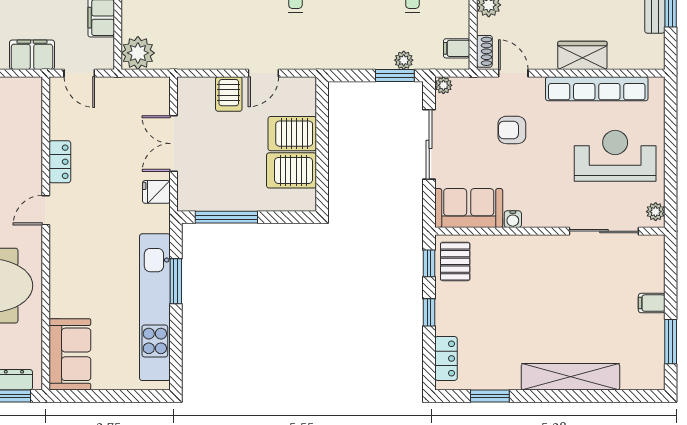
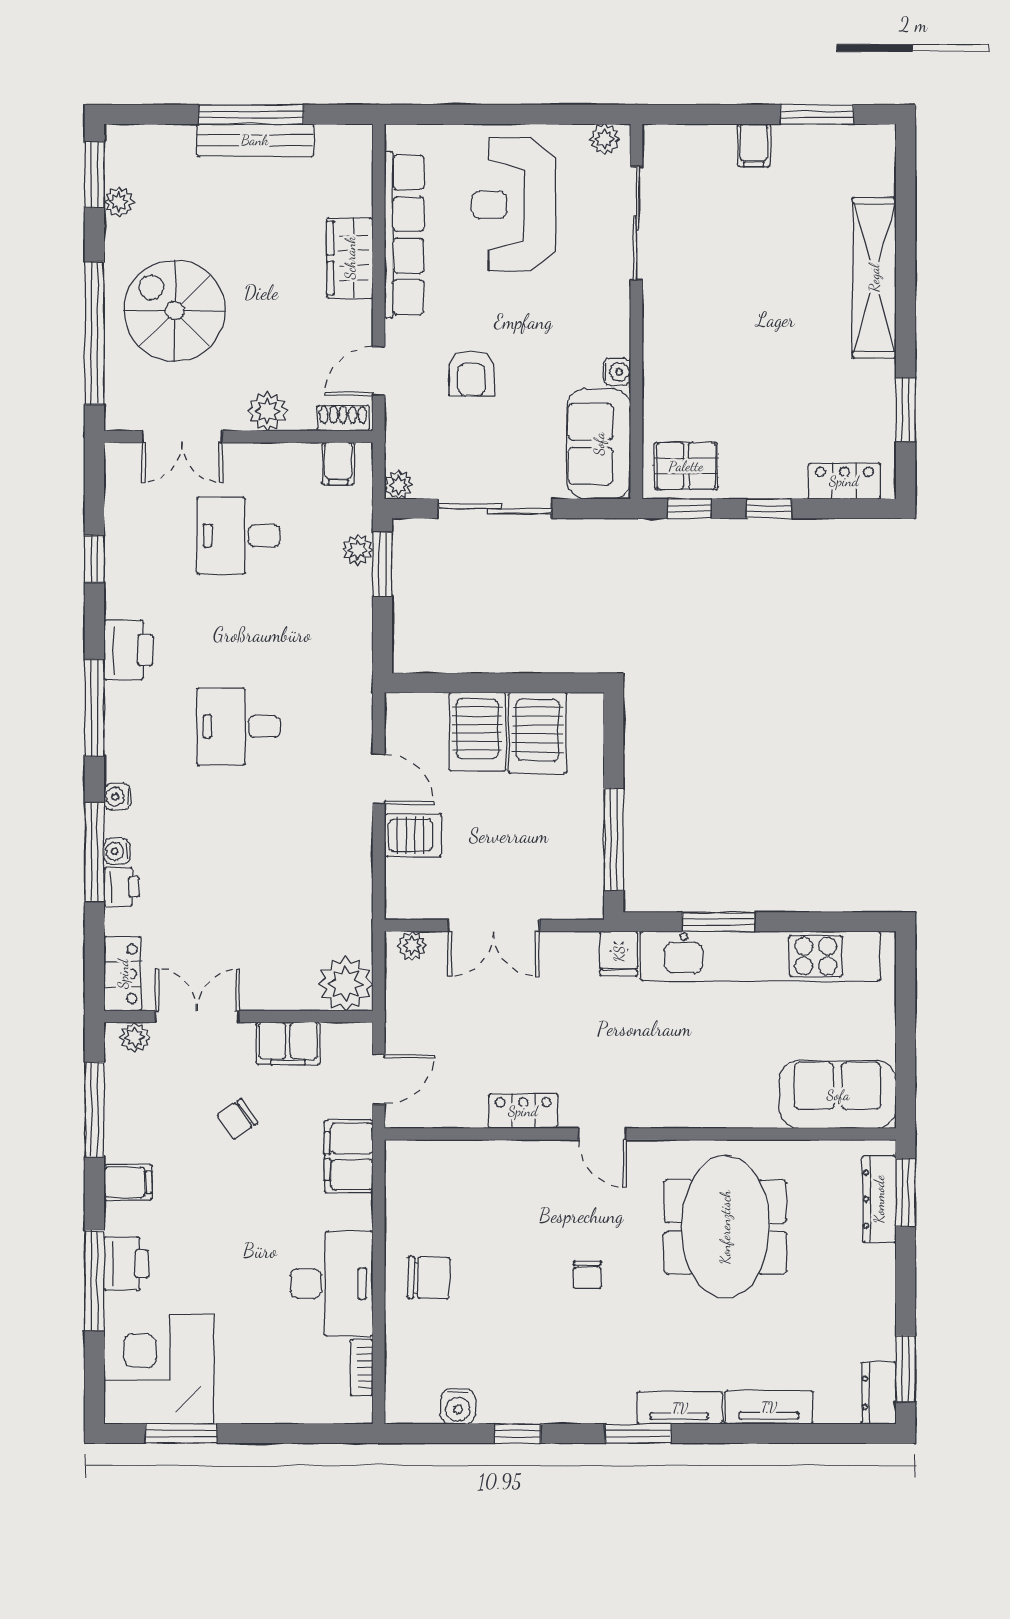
plant: (161, 94) -> (412, 946), added
fridge: (156, 192) -> (619, 954), moved

